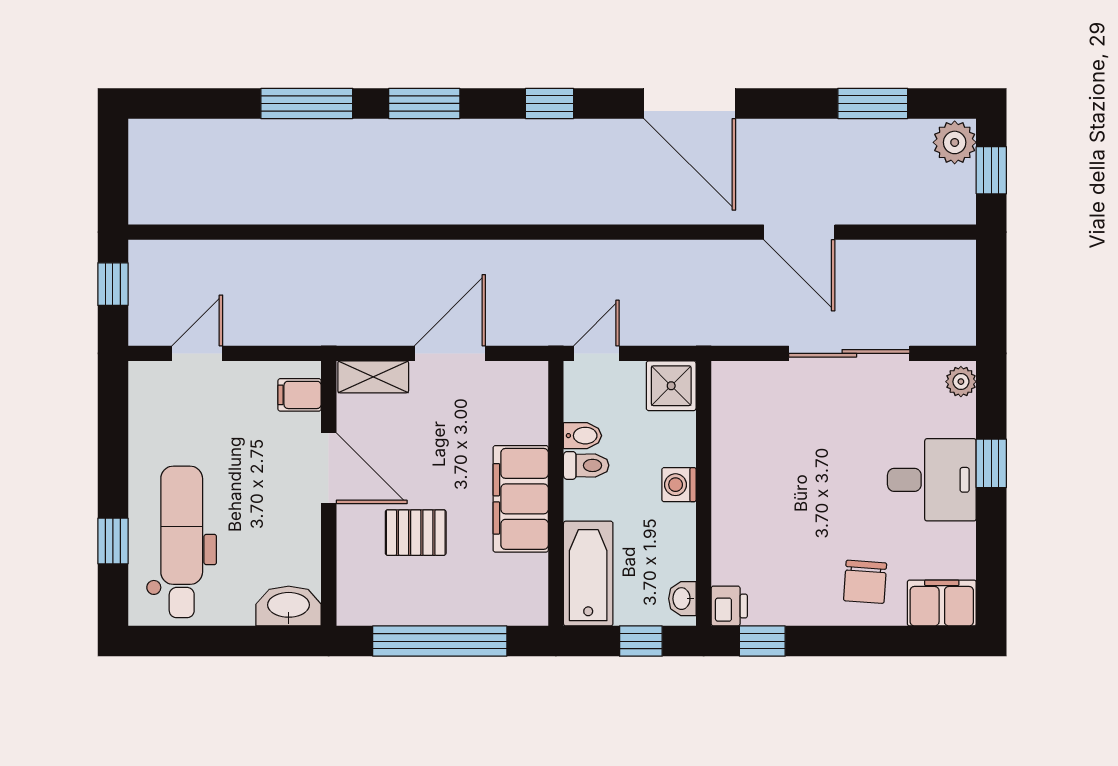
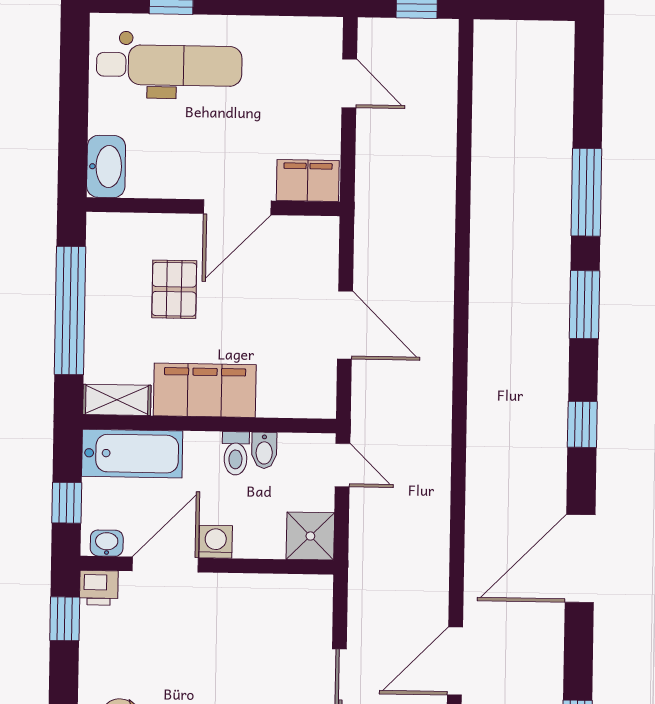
shelving: (373, 377) -> (117, 400), moved, turned 90
filing cabinet: (300, 395) -> (308, 180), width x2.00
door: (704, 537) -> (165, 564), added

